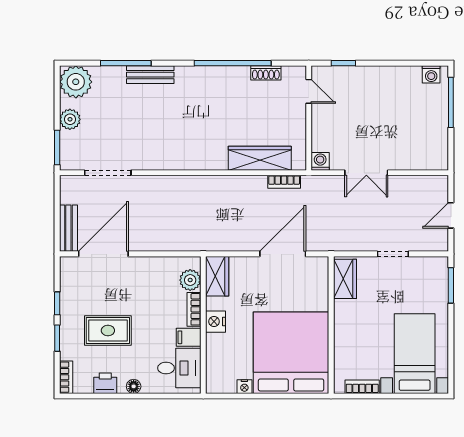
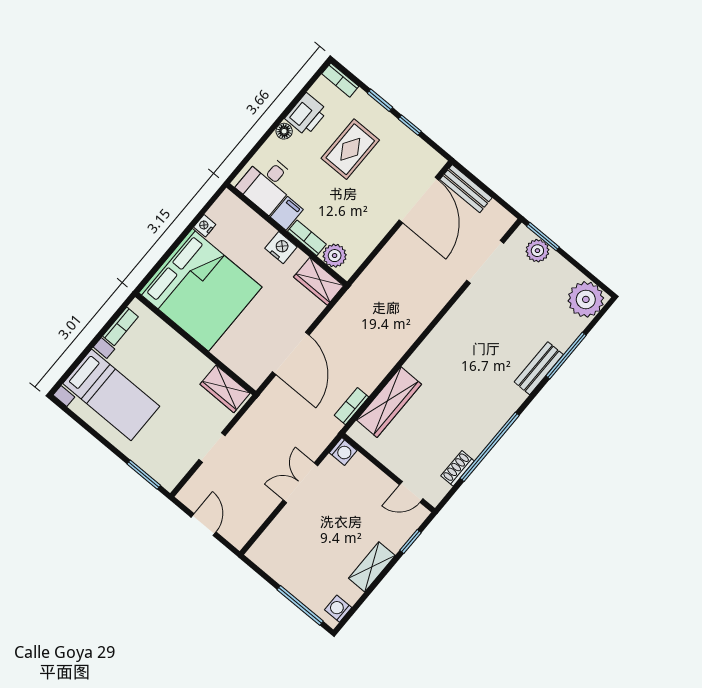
shelving: (383, 75) -> (372, 567), added
plant: (70, 119) -> (537, 251), moved
printer: (105, 383) -> (306, 114), width x1.36, depth x1.24

